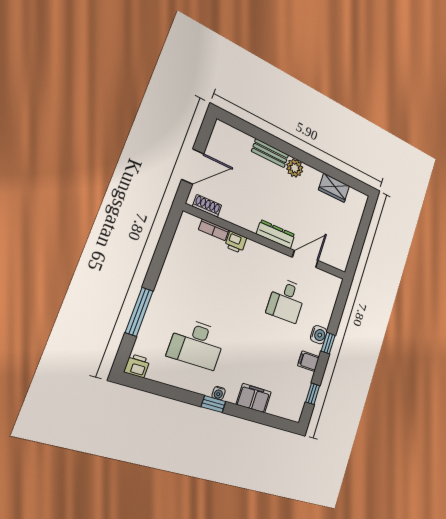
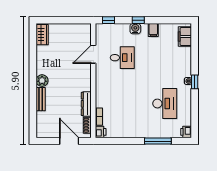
wardrobe: (334, 188) -> (42, 35), moved
dresser: (276, 234) -> (86, 104), moved
printer: (236, 242) -> (101, 132), moved
door: (305, 259) -> (93, 54), hinge flipped
window: (313, 394) -> (109, 20), moved
filing cabinet: (254, 398) -> (185, 36), moved

